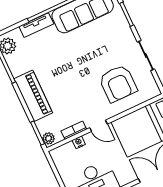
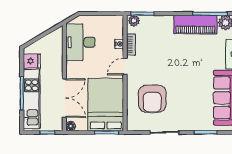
armchair: (118, 83) -> (152, 99), turned -90
piano: (33, 96) -> (195, 25), moved

